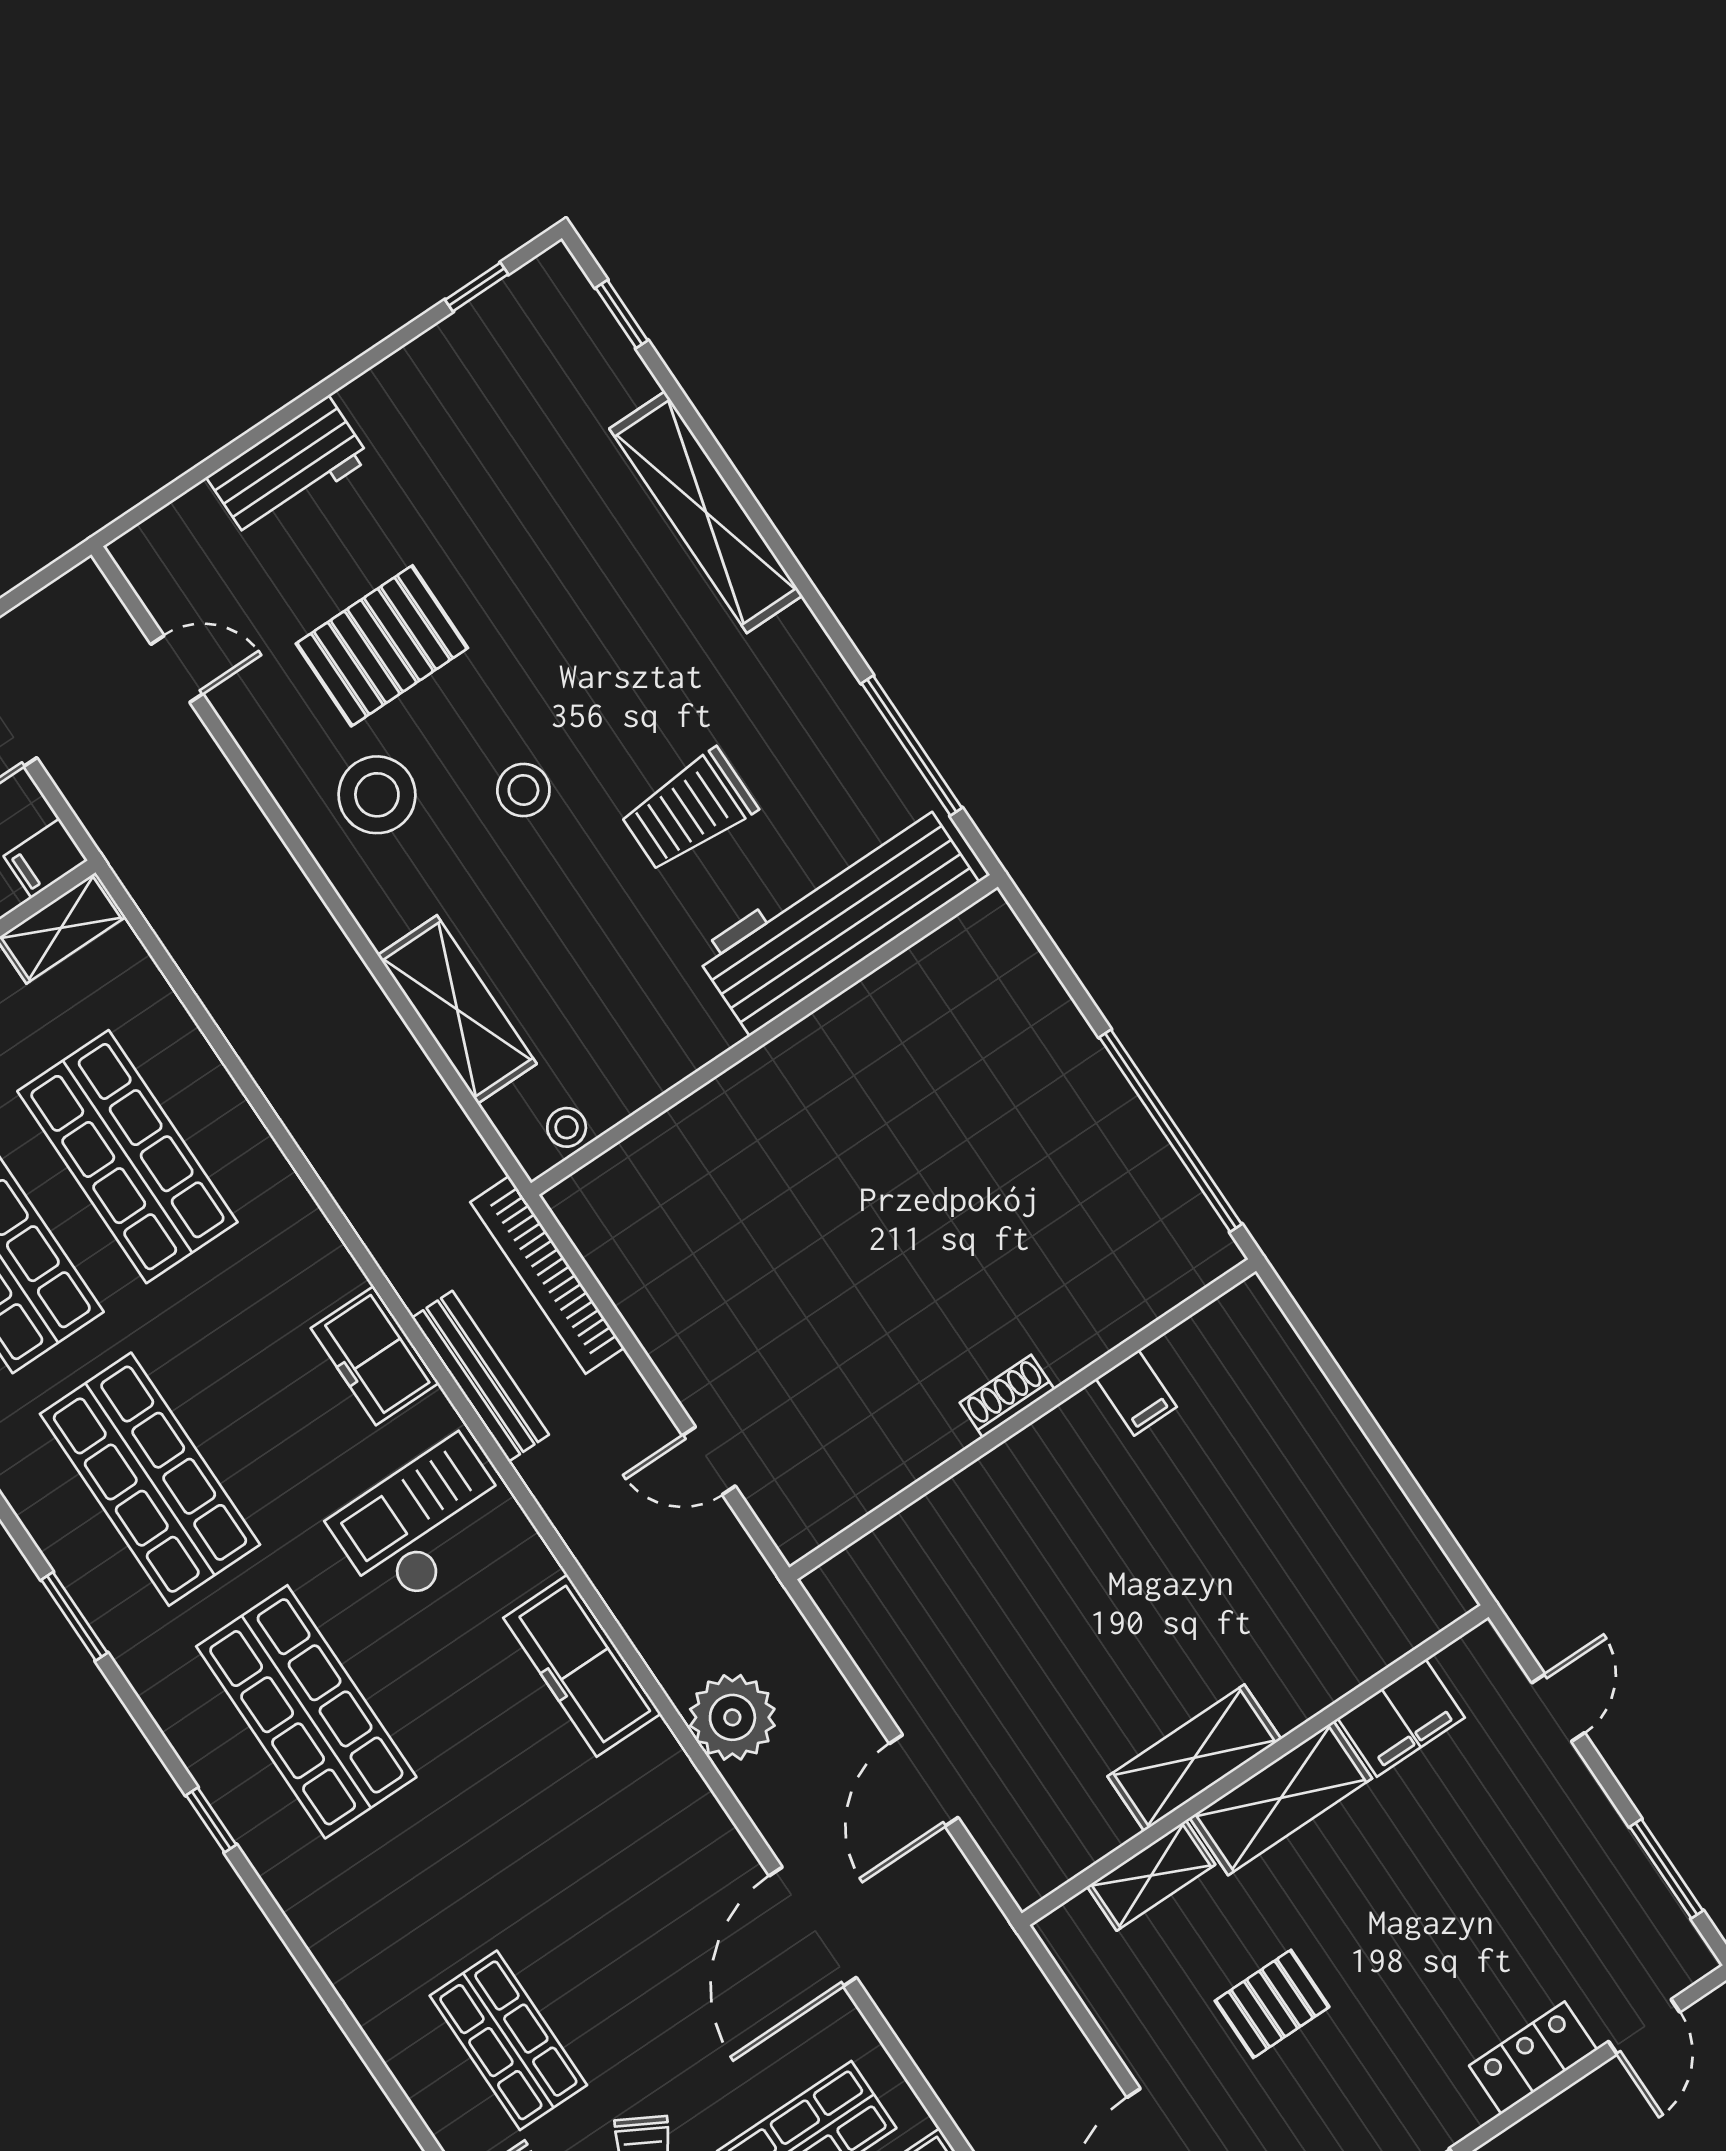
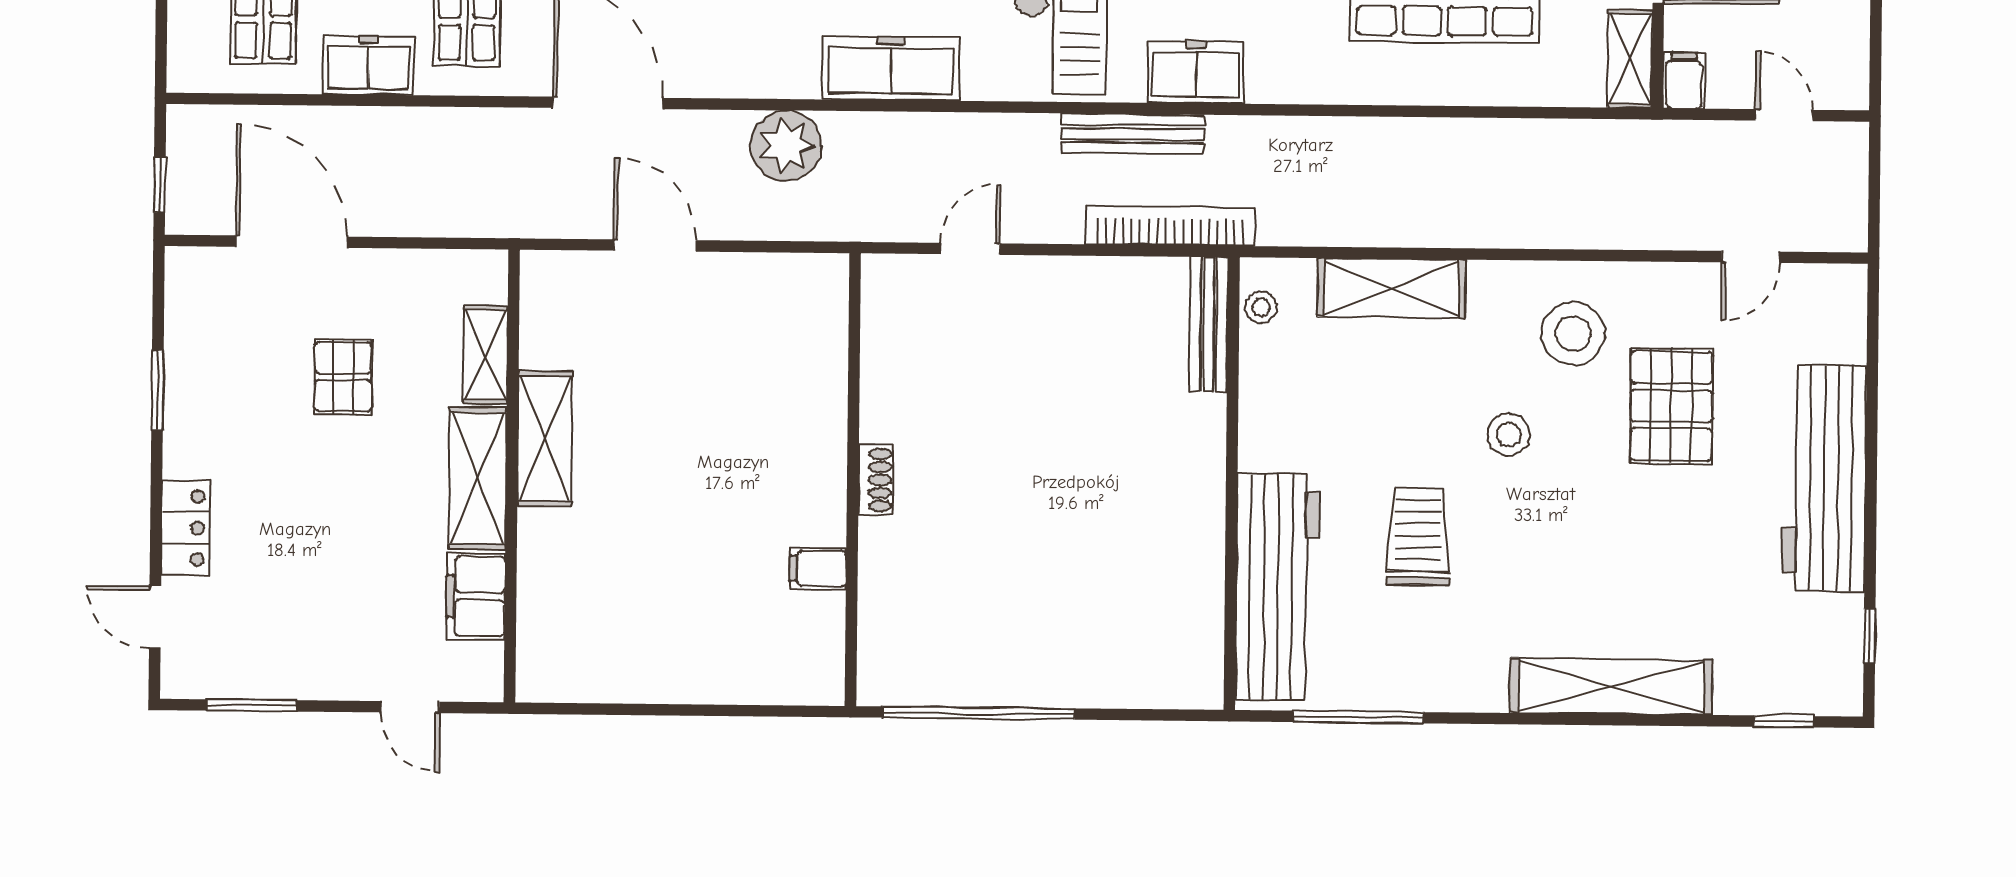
workbench: (288, 468) -> (1824, 478), width x1.88, depth x1.32
bench: (620, 1168) -> (1209, 324), added

